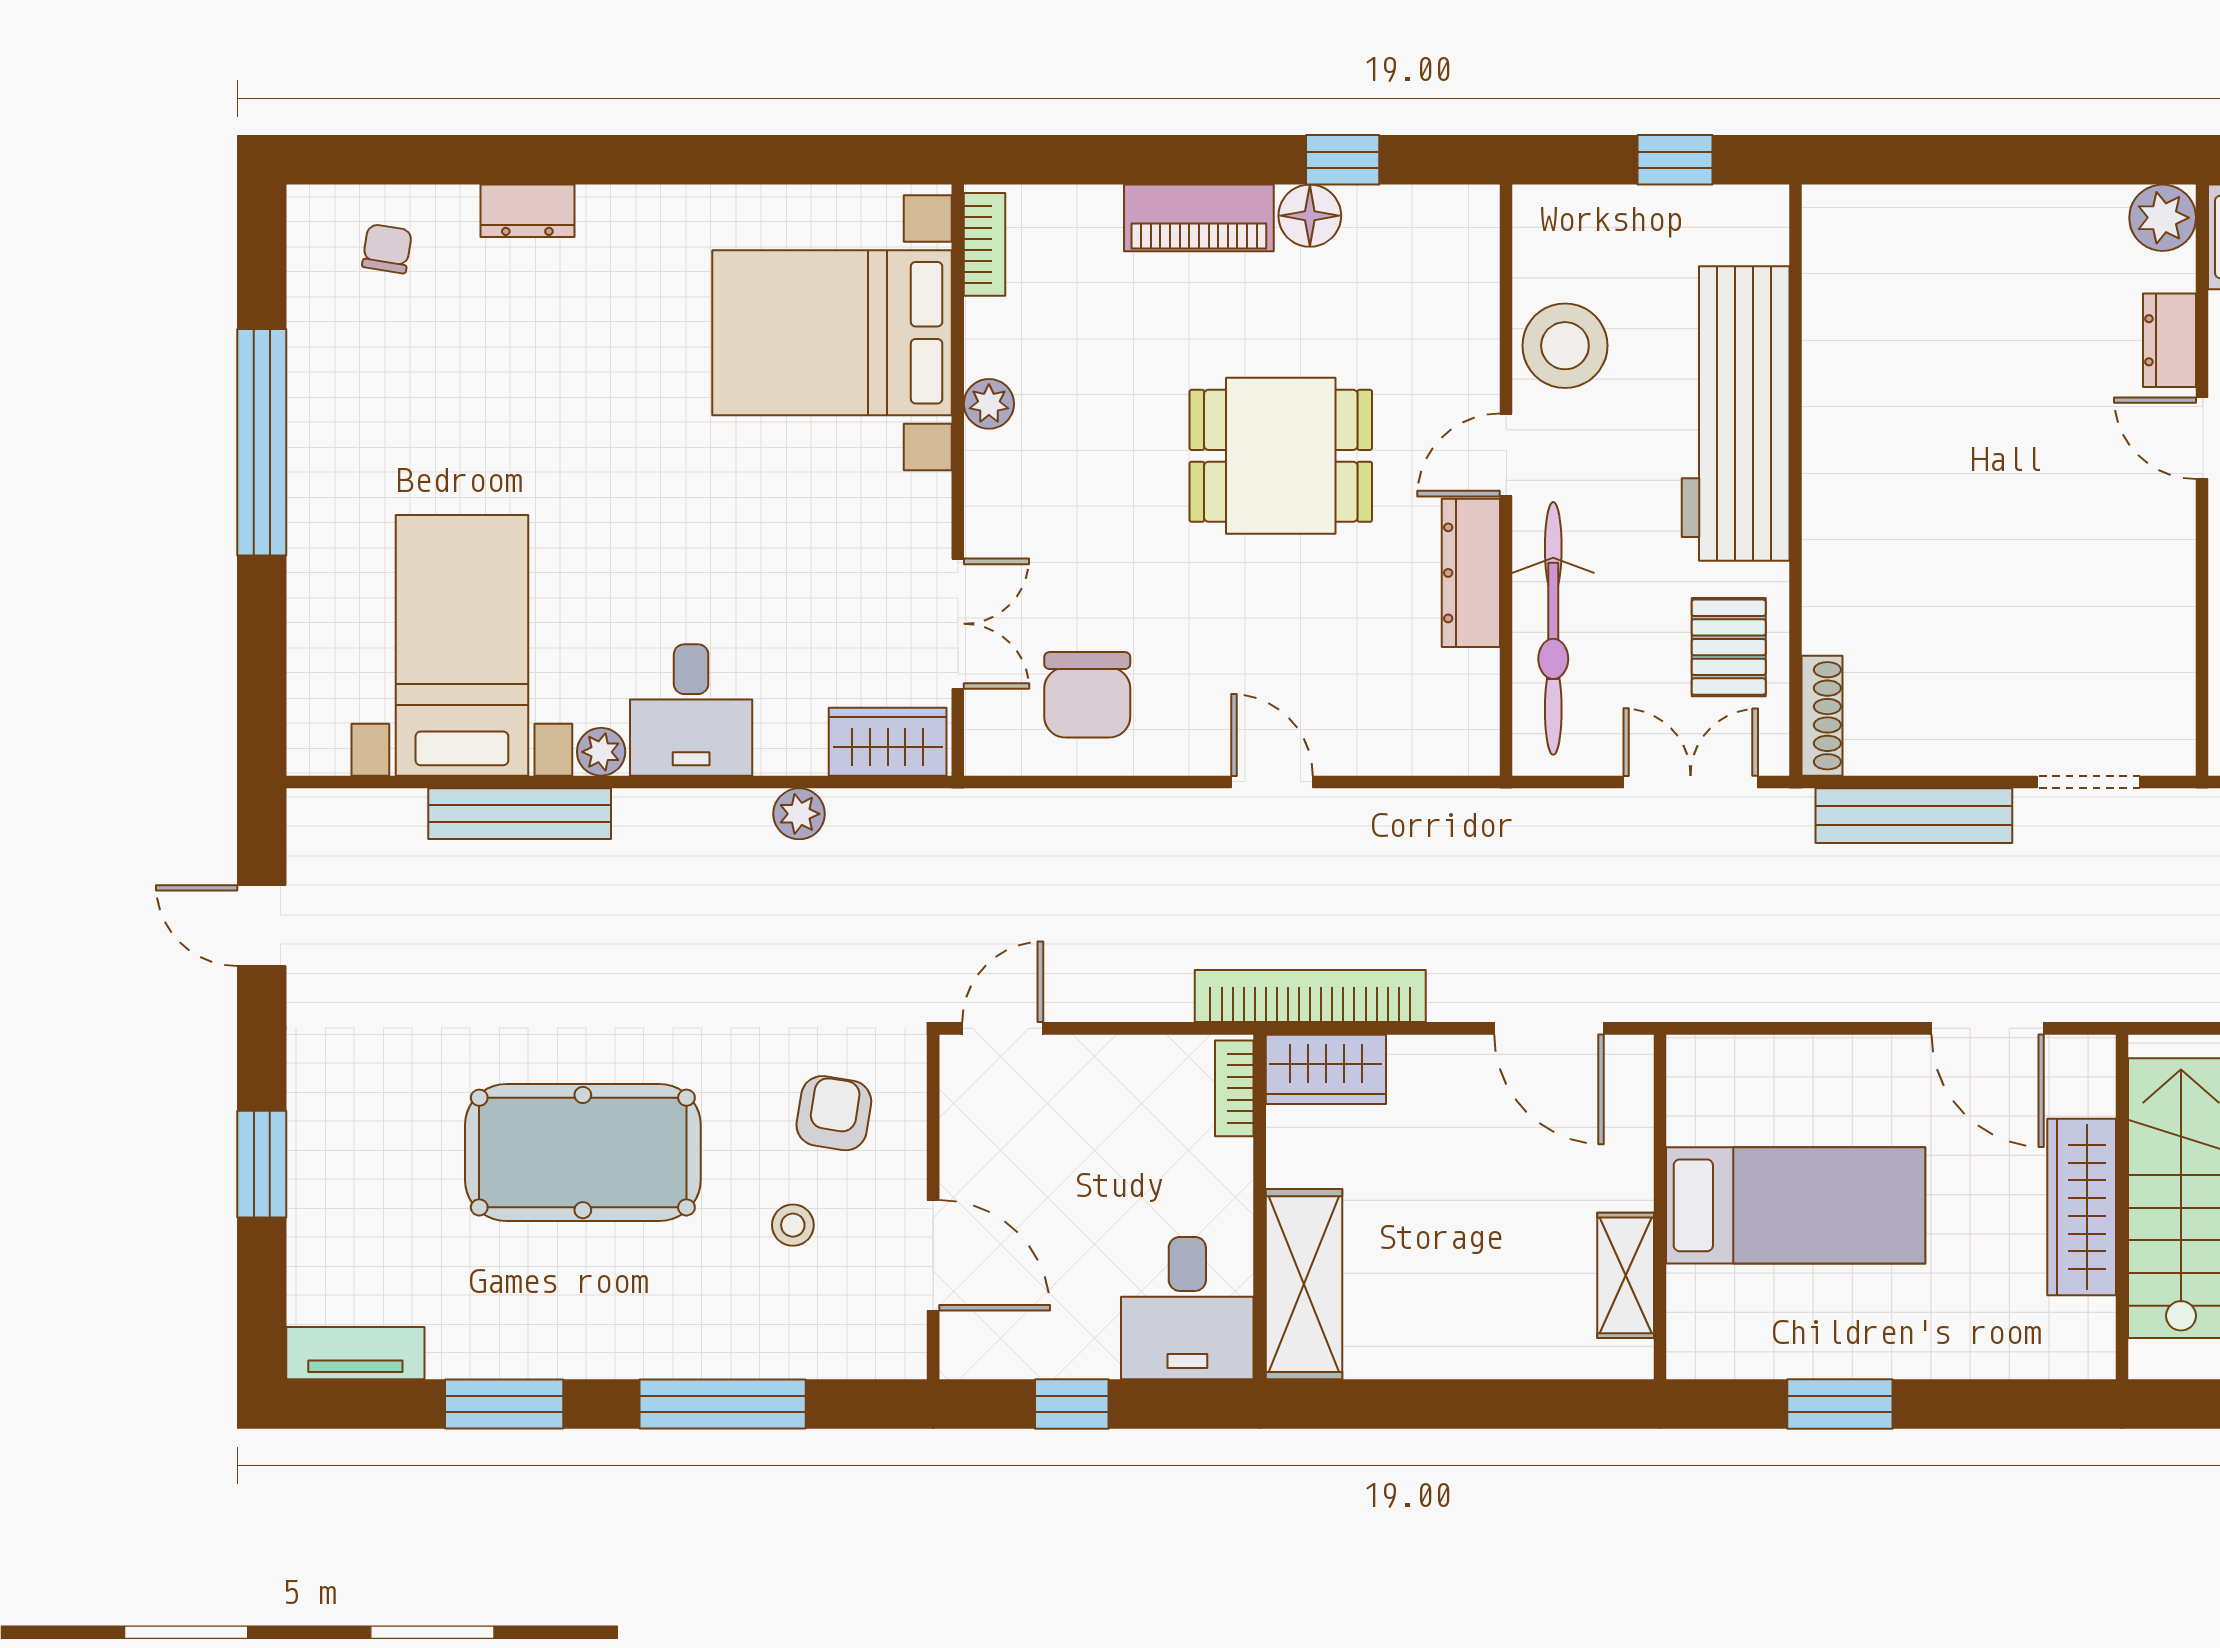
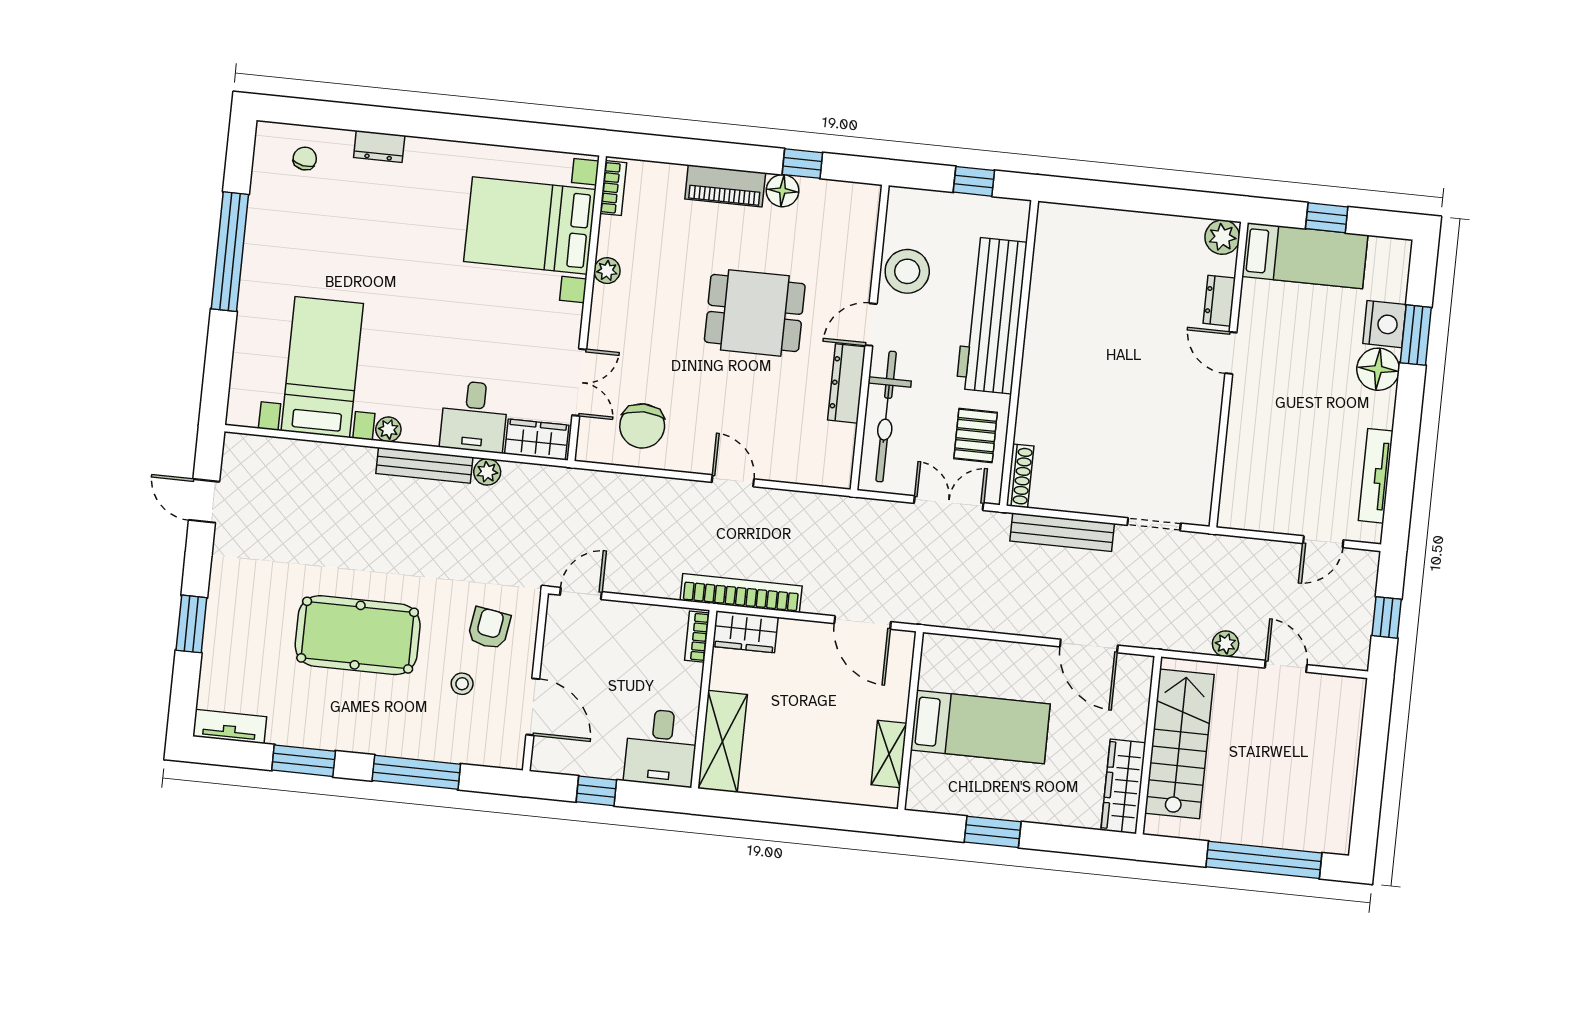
desk: (691, 710) -> (474, 416), moved
bench: (520, 814) -> (424, 465), moved
wardrobe: (2082, 1207) -> (1123, 786), moved

